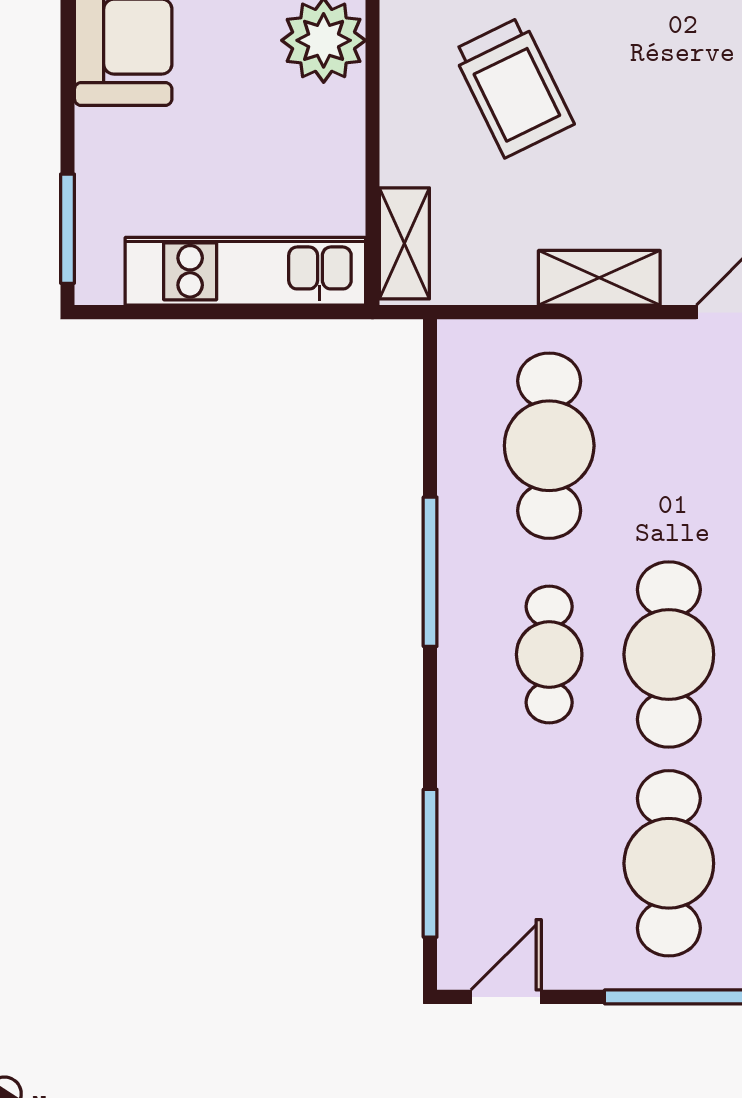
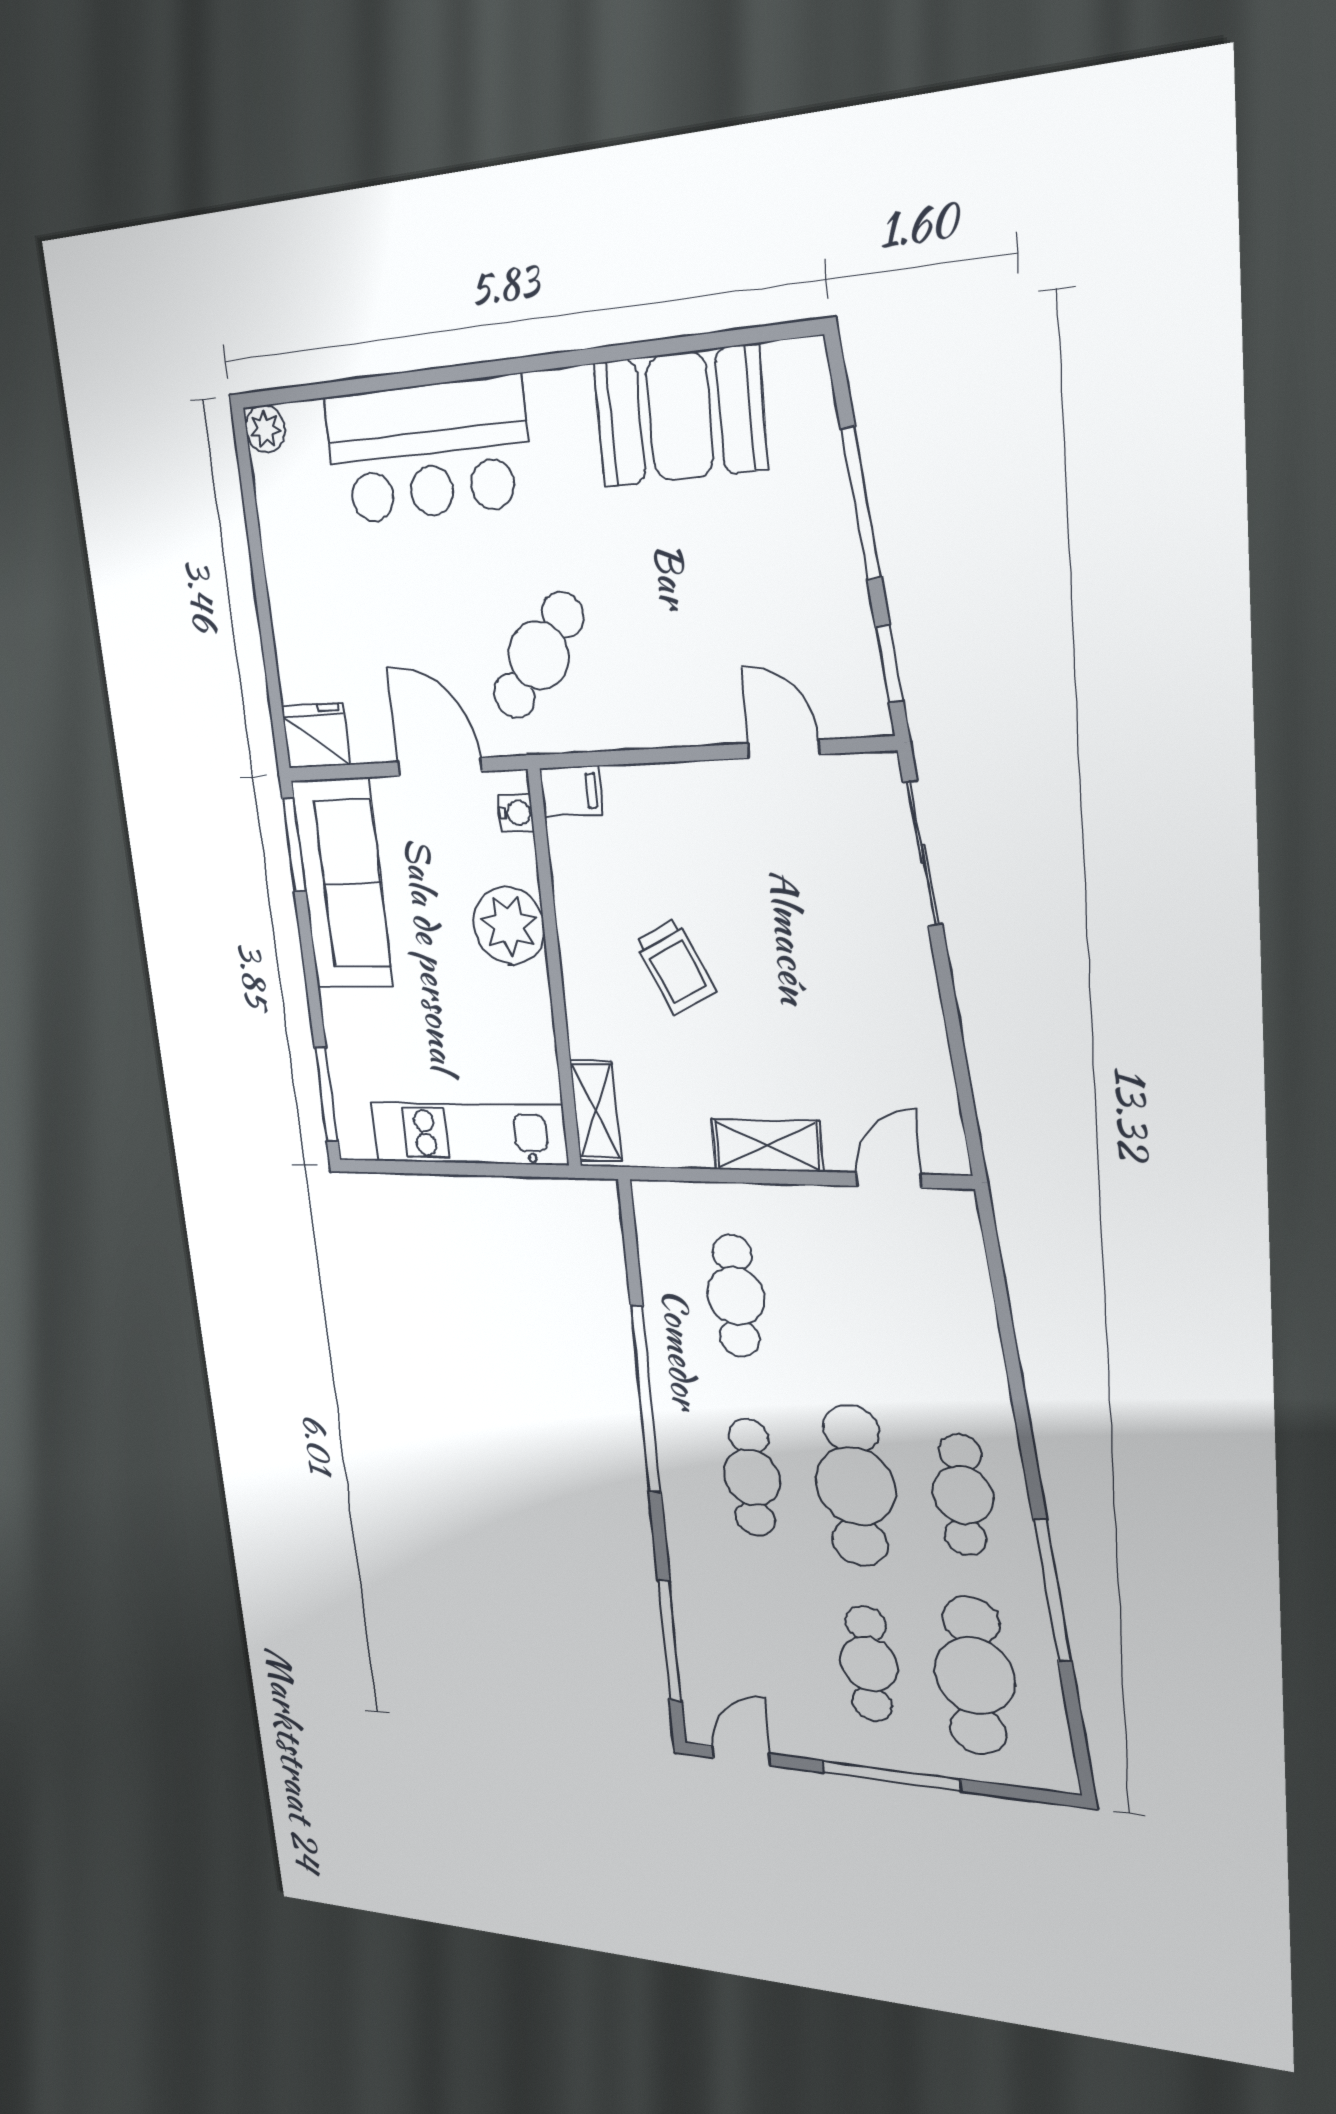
trolley: (513, 87) -> (675, 967), width x0.73, depth x0.72
cafe table: (549, 446) -> (736, 1296), width x0.73, depth x0.74
window: (430, 572) -> (646, 1400), width x1.46
cafe table: (669, 863) -> (869, 1664), width x0.73, depth x0.74

